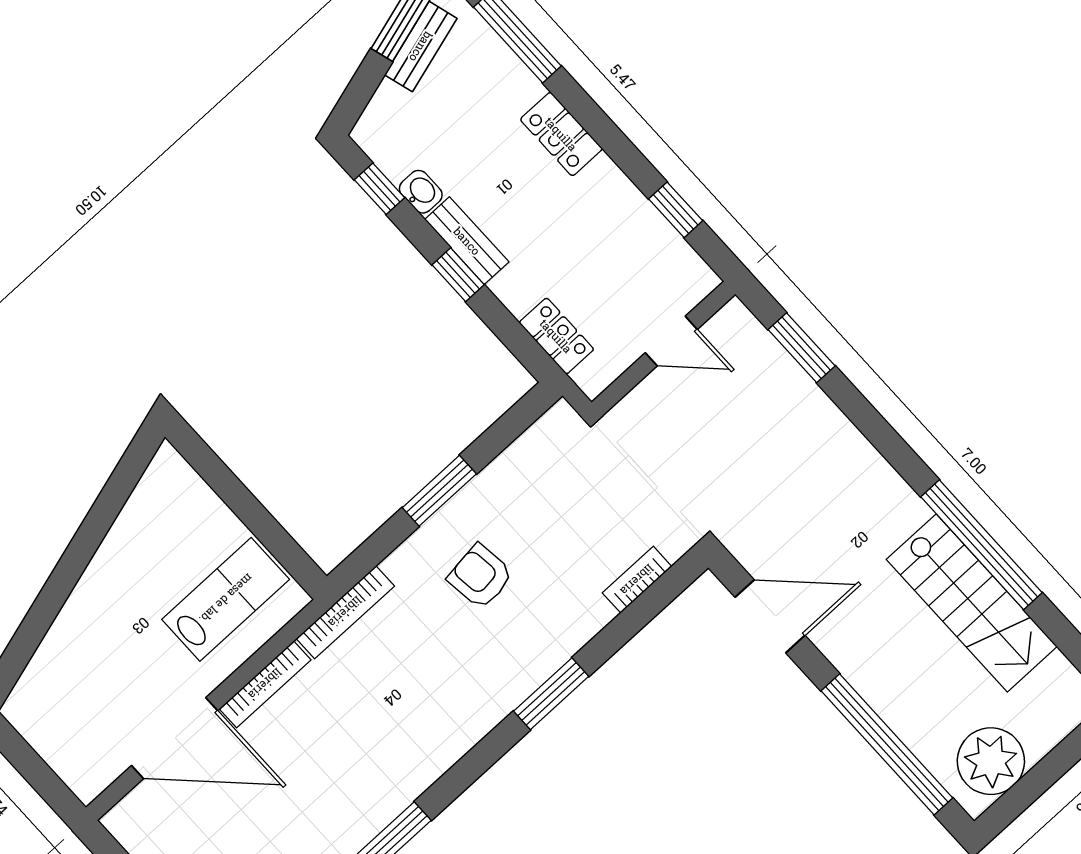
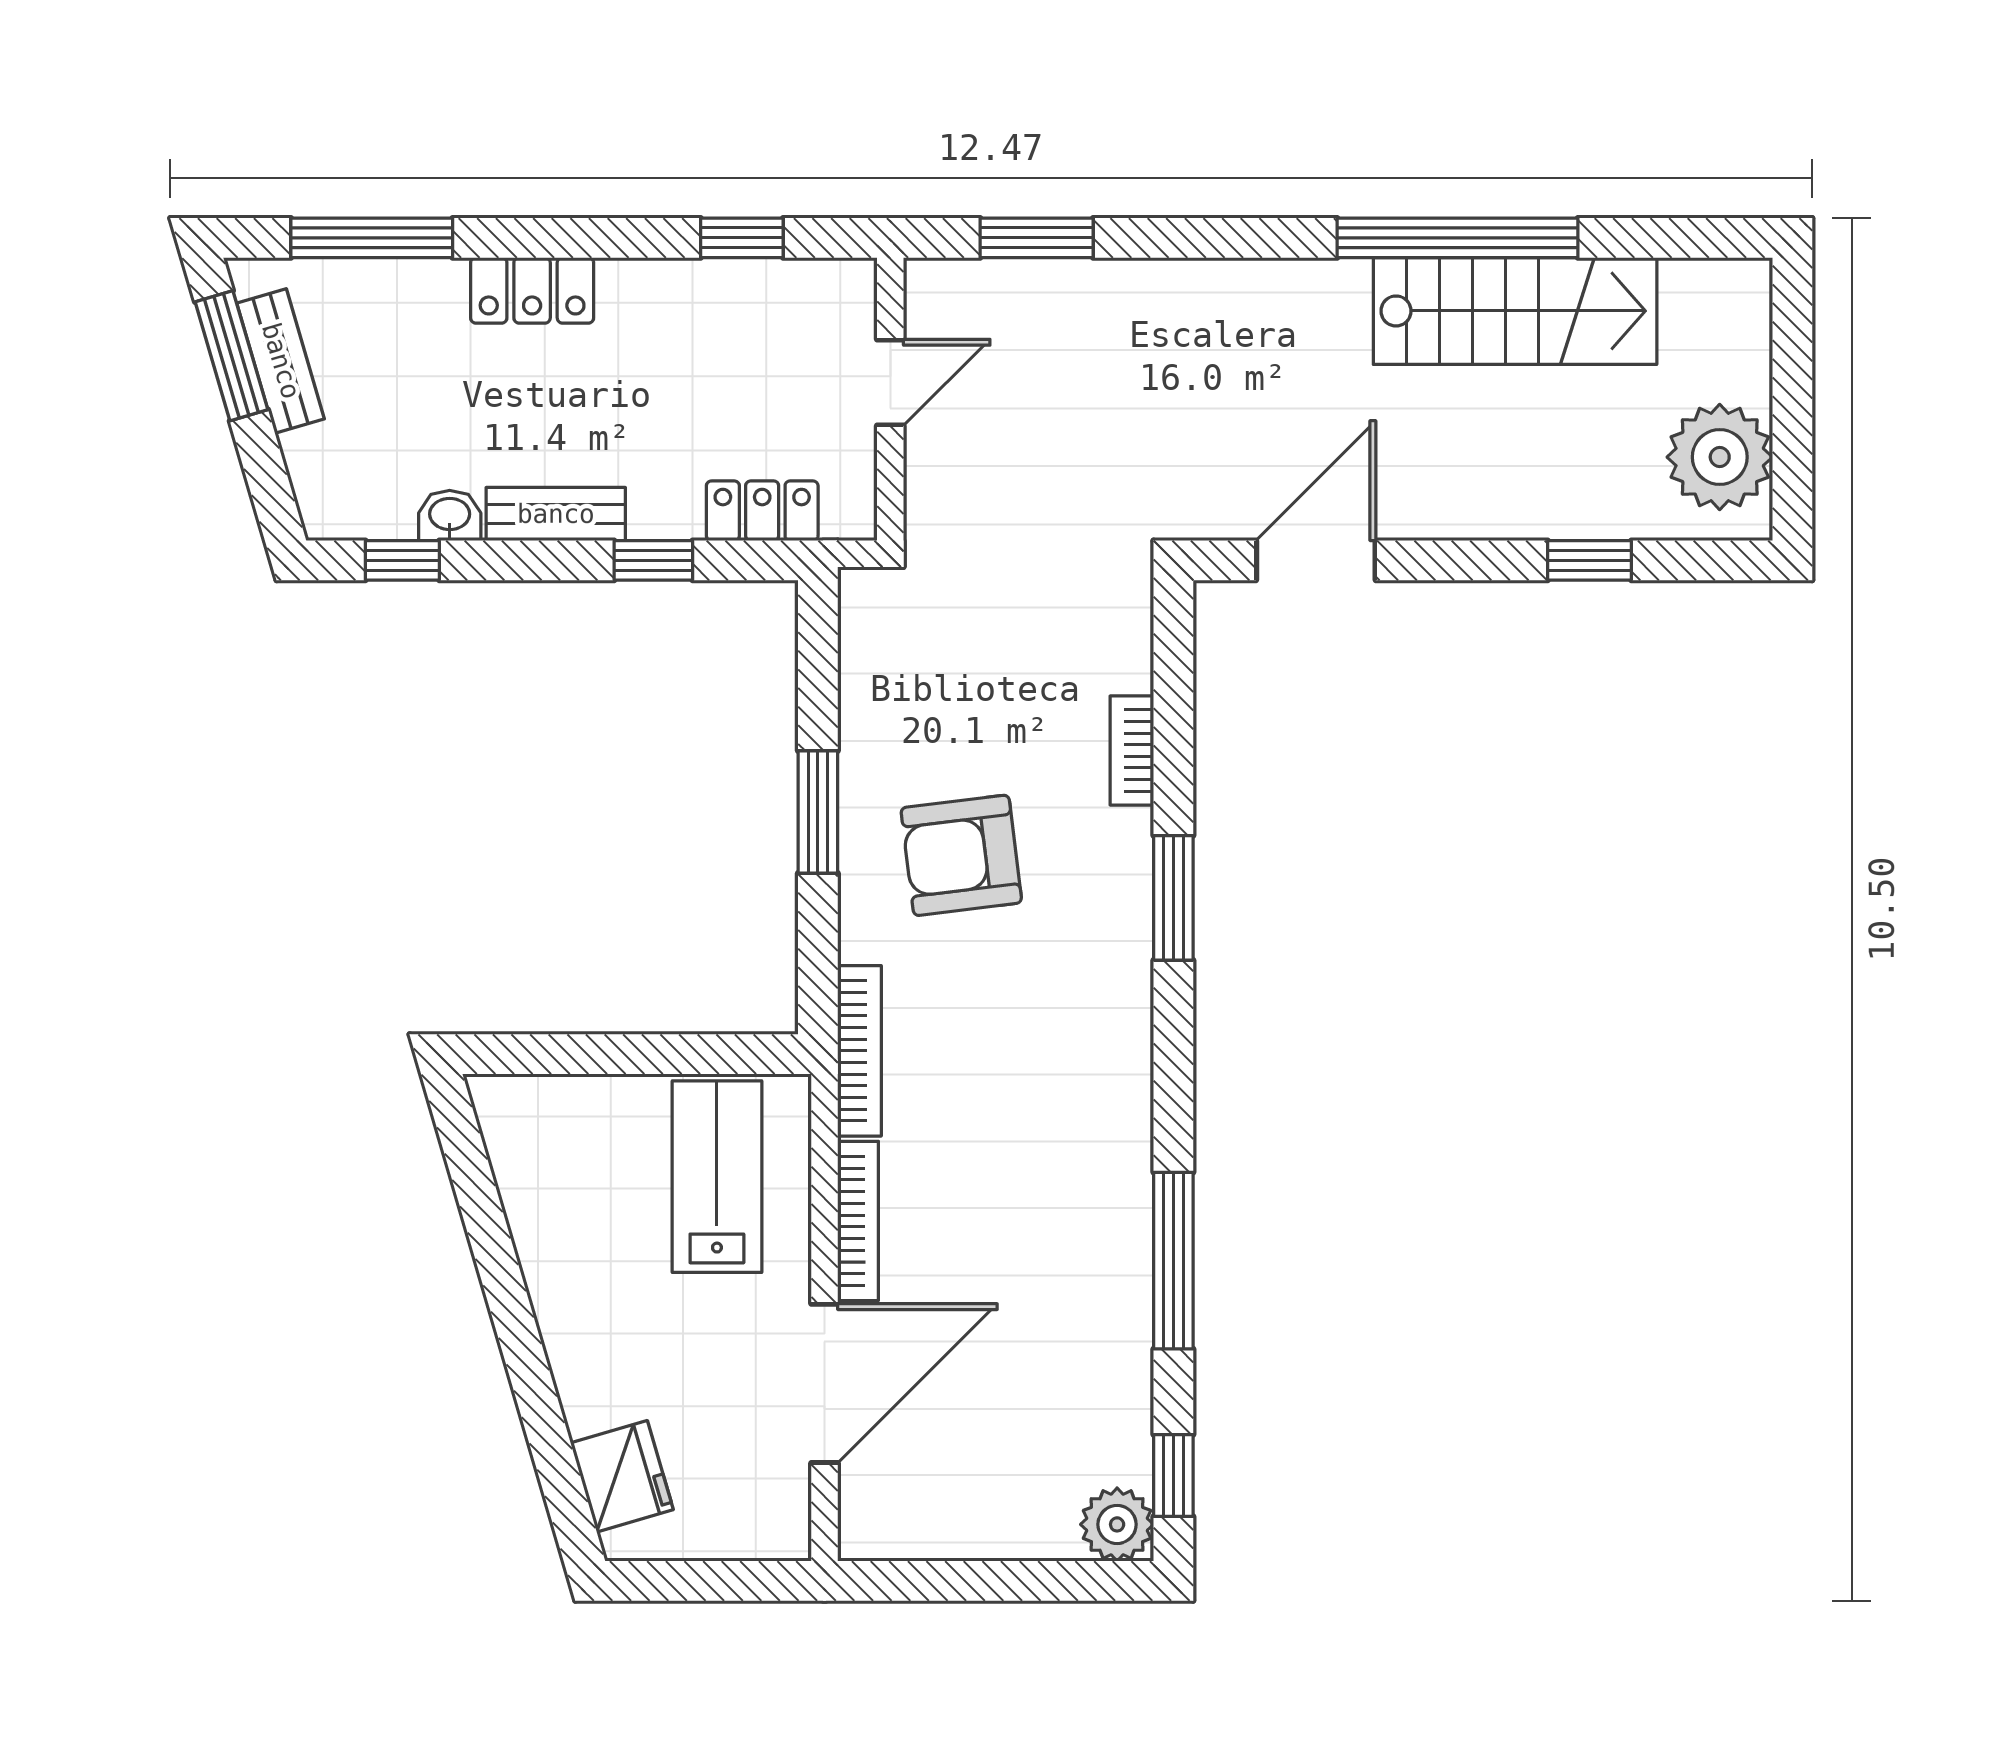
window: (458, 275) -> (653, 560), moved
armchair: (480, 576) -> (961, 855), width x1.38, depth x1.38
bookcase: (637, 580) -> (1132, 750), moved
fridge: (45, 683) -> (622, 1476), added
window: (887, 744) -> (1589, 560), width x0.32

